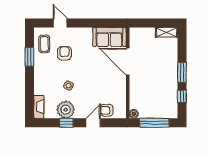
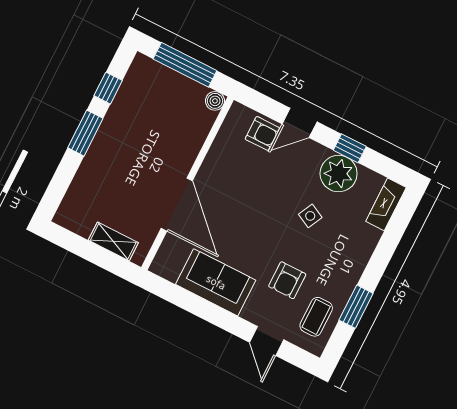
shelving: (166, 32) -> (113, 241), moved
sofa: (109, 37) -> (216, 282), moved

